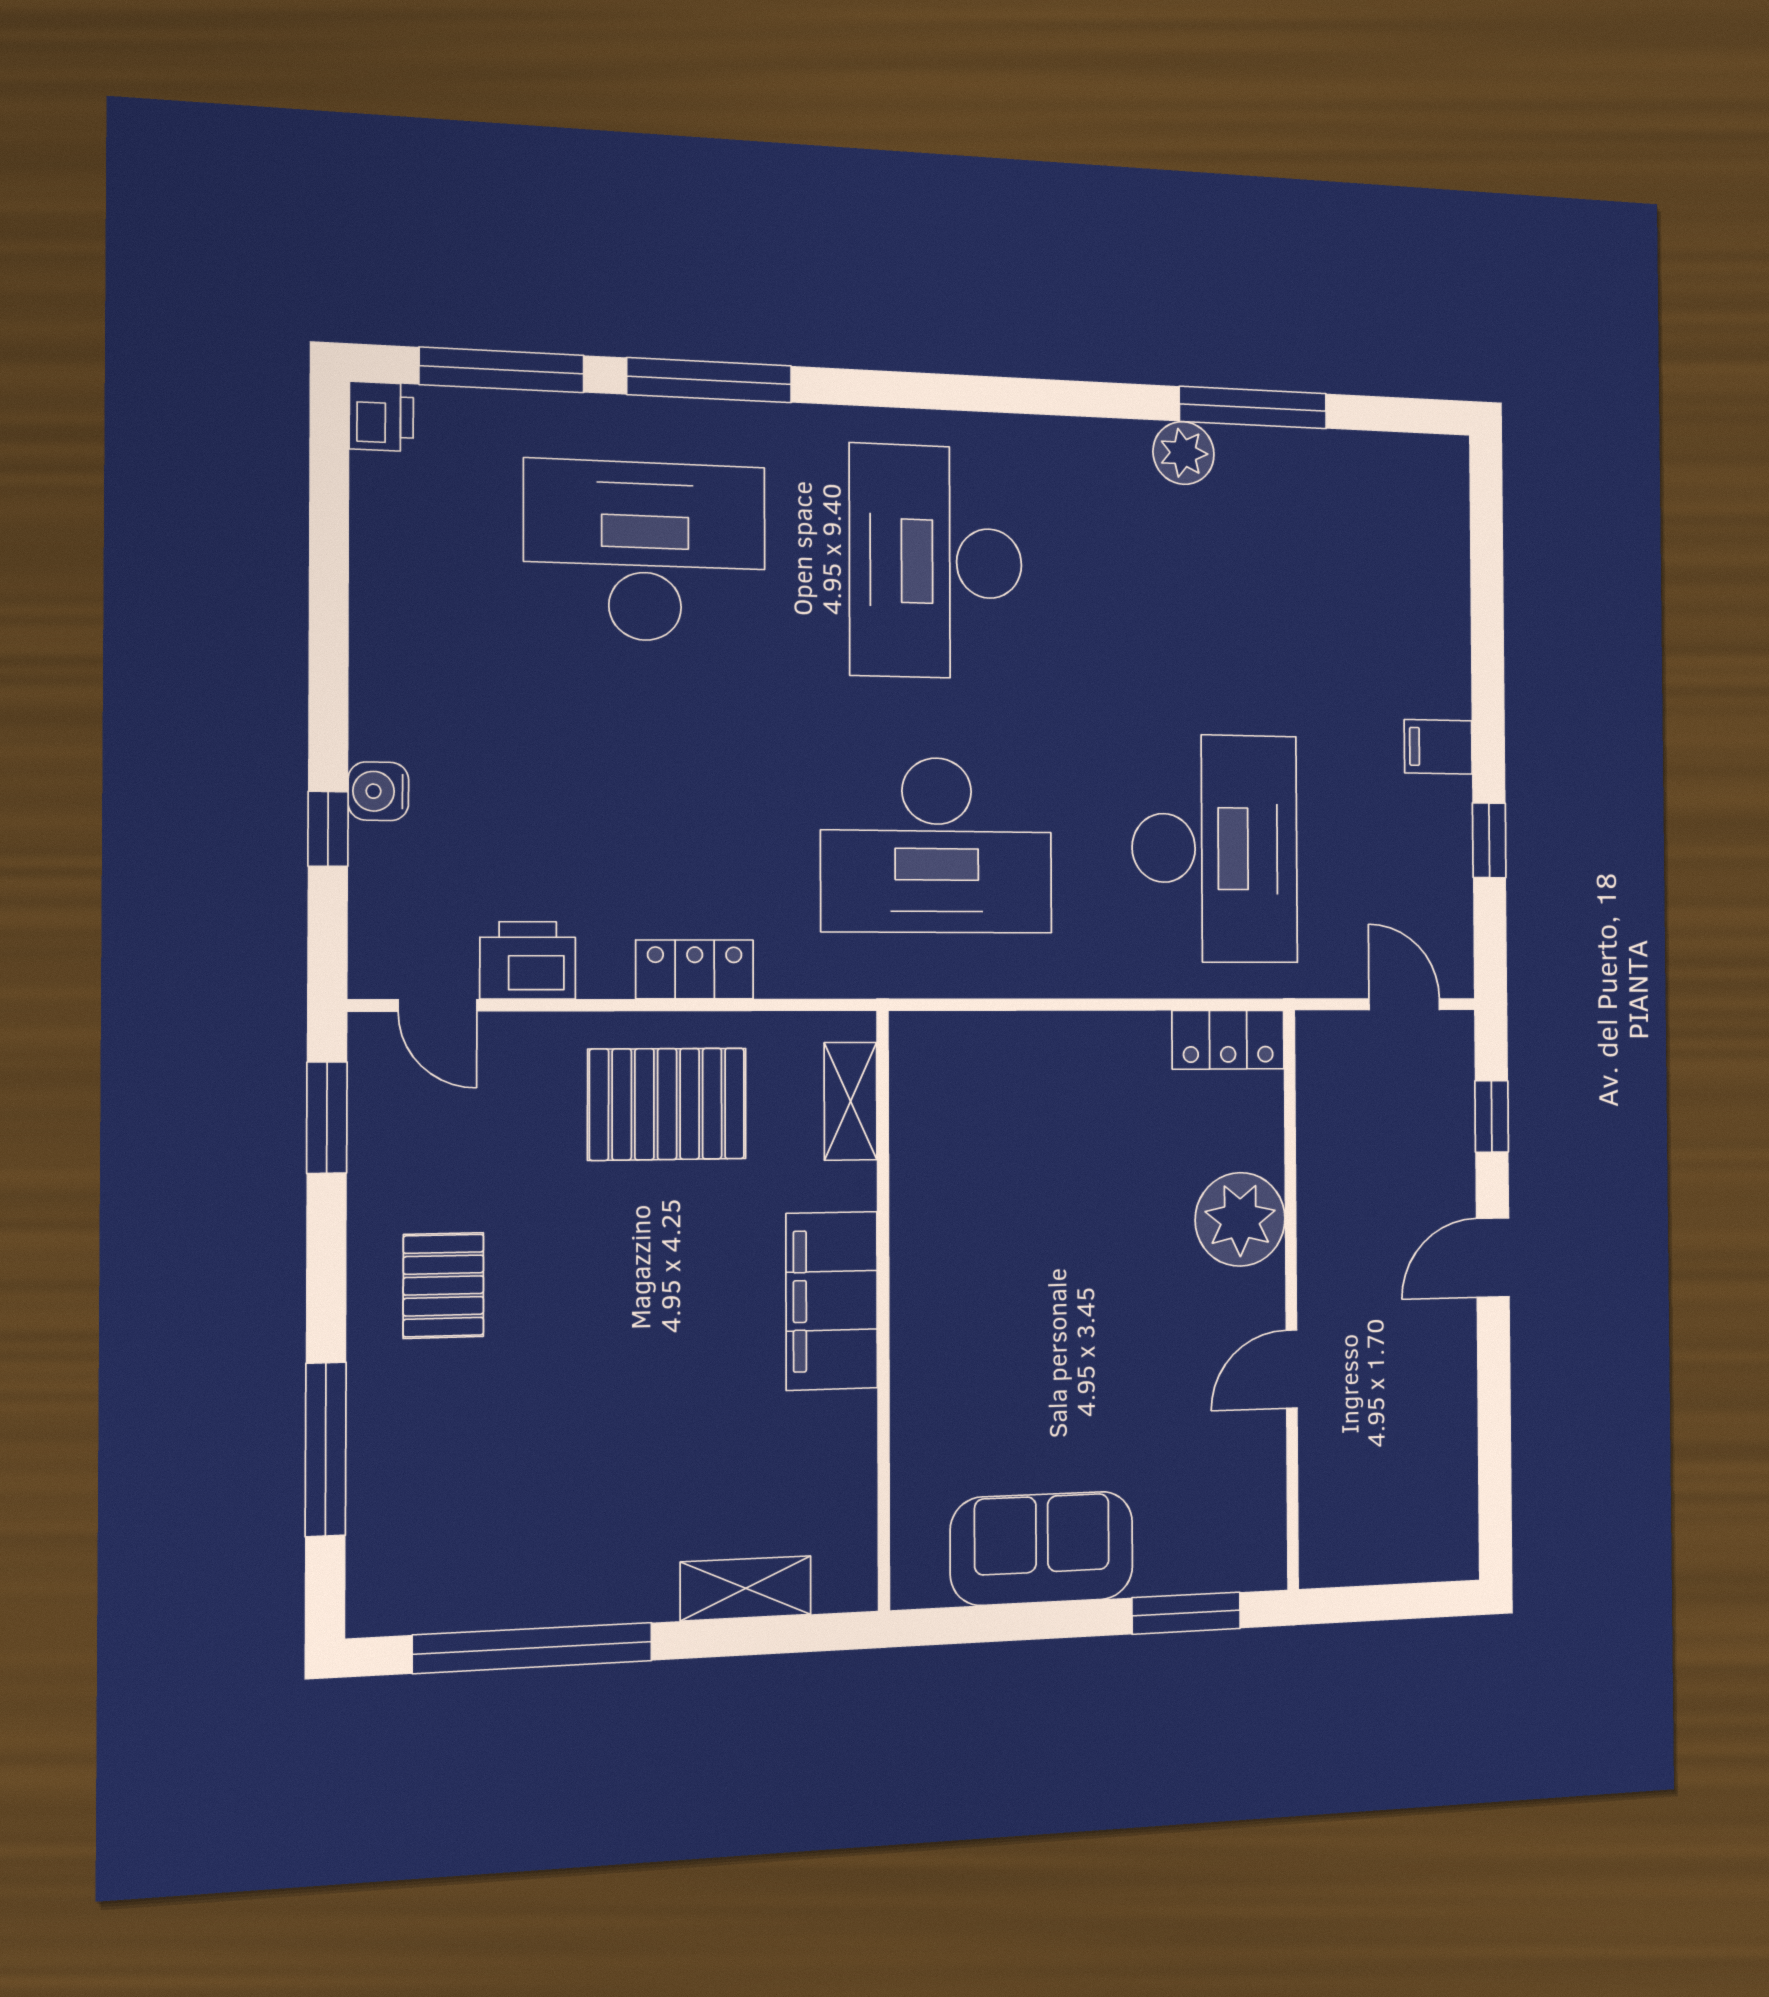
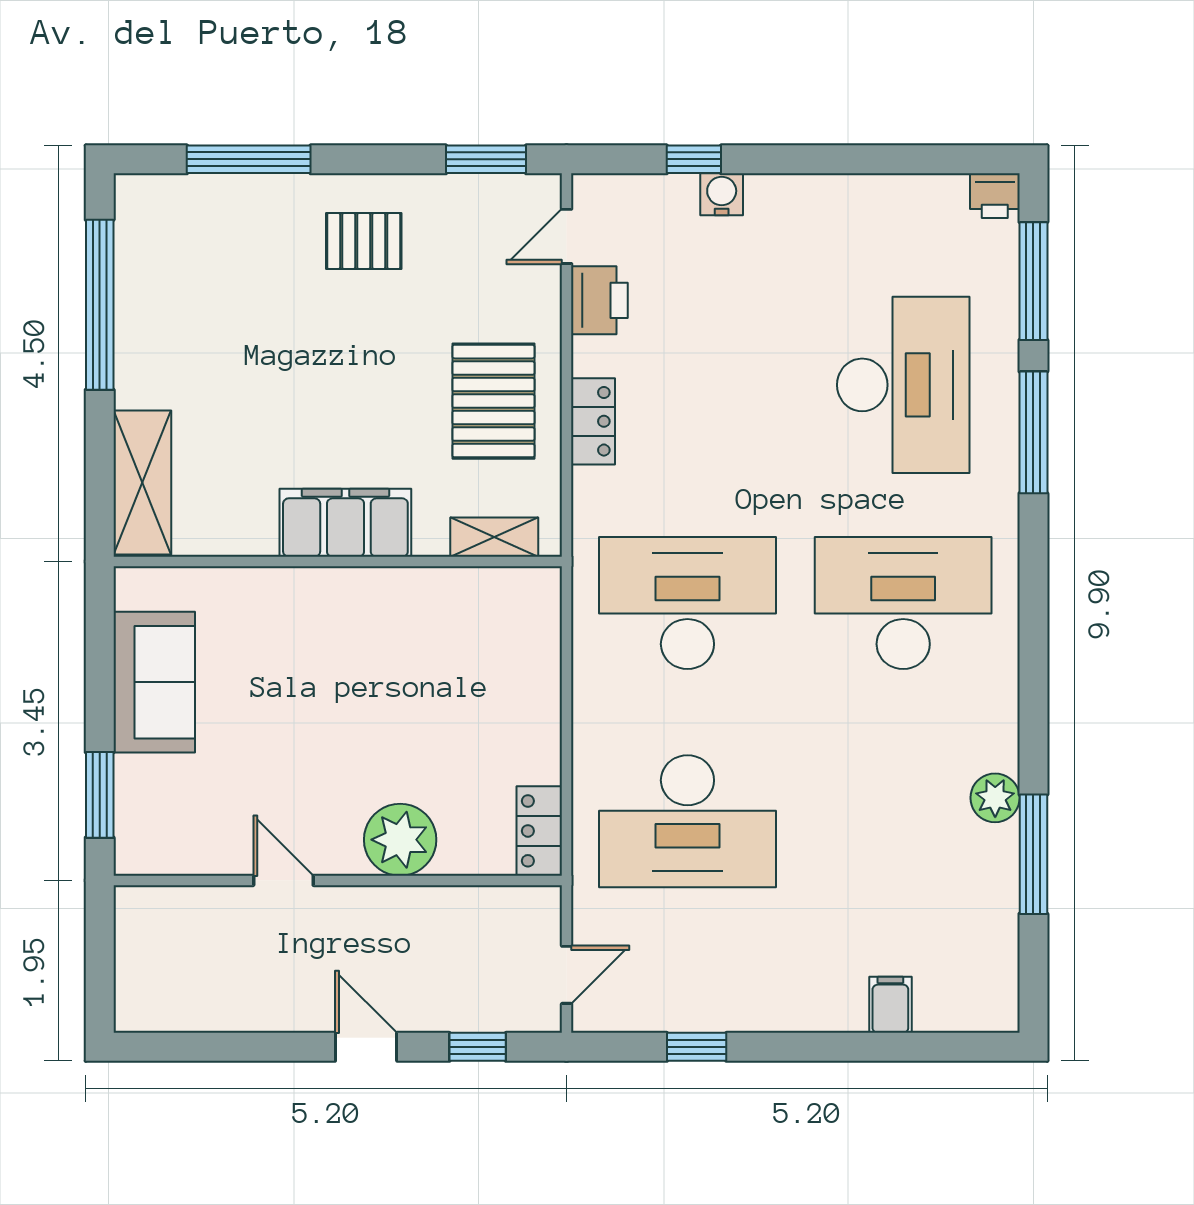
filing cabinet: (1438, 747) -> (890, 1005), moved
desk: (937, 845) -> (687, 603), turned 90
shelving: (746, 1588) -> (142, 483), width x1.50, depth x1.33

